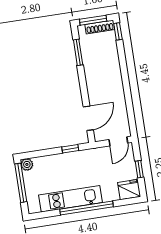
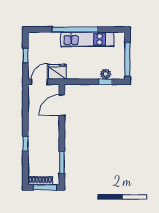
window: (118, 31) -> (25, 144), moved
window: (70, 149) -> (106, 82), moved
plant: (27, 164) -> (106, 74), moved
fridge: (129, 190) -> (57, 72), moved, turned 180

